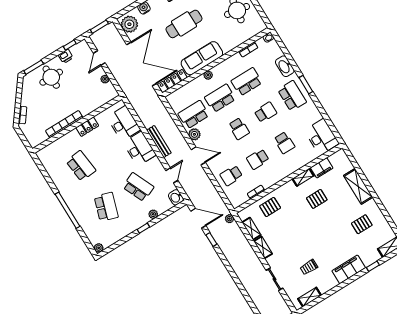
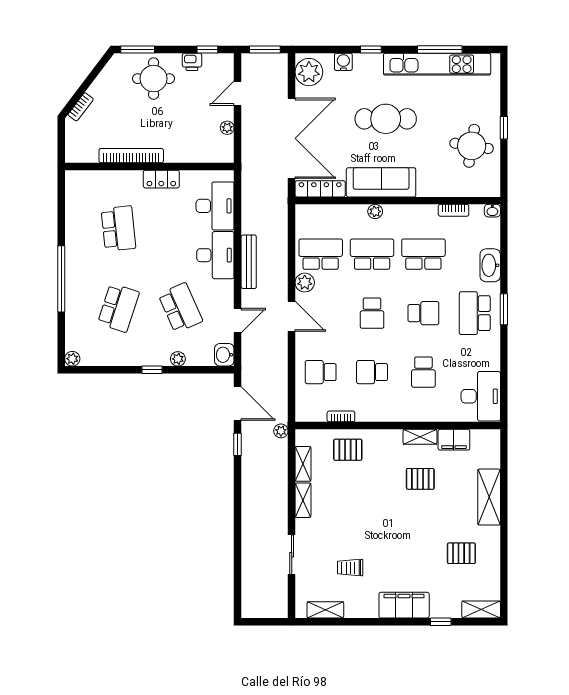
school desk: (292, 96) -> (475, 313), turned 180

